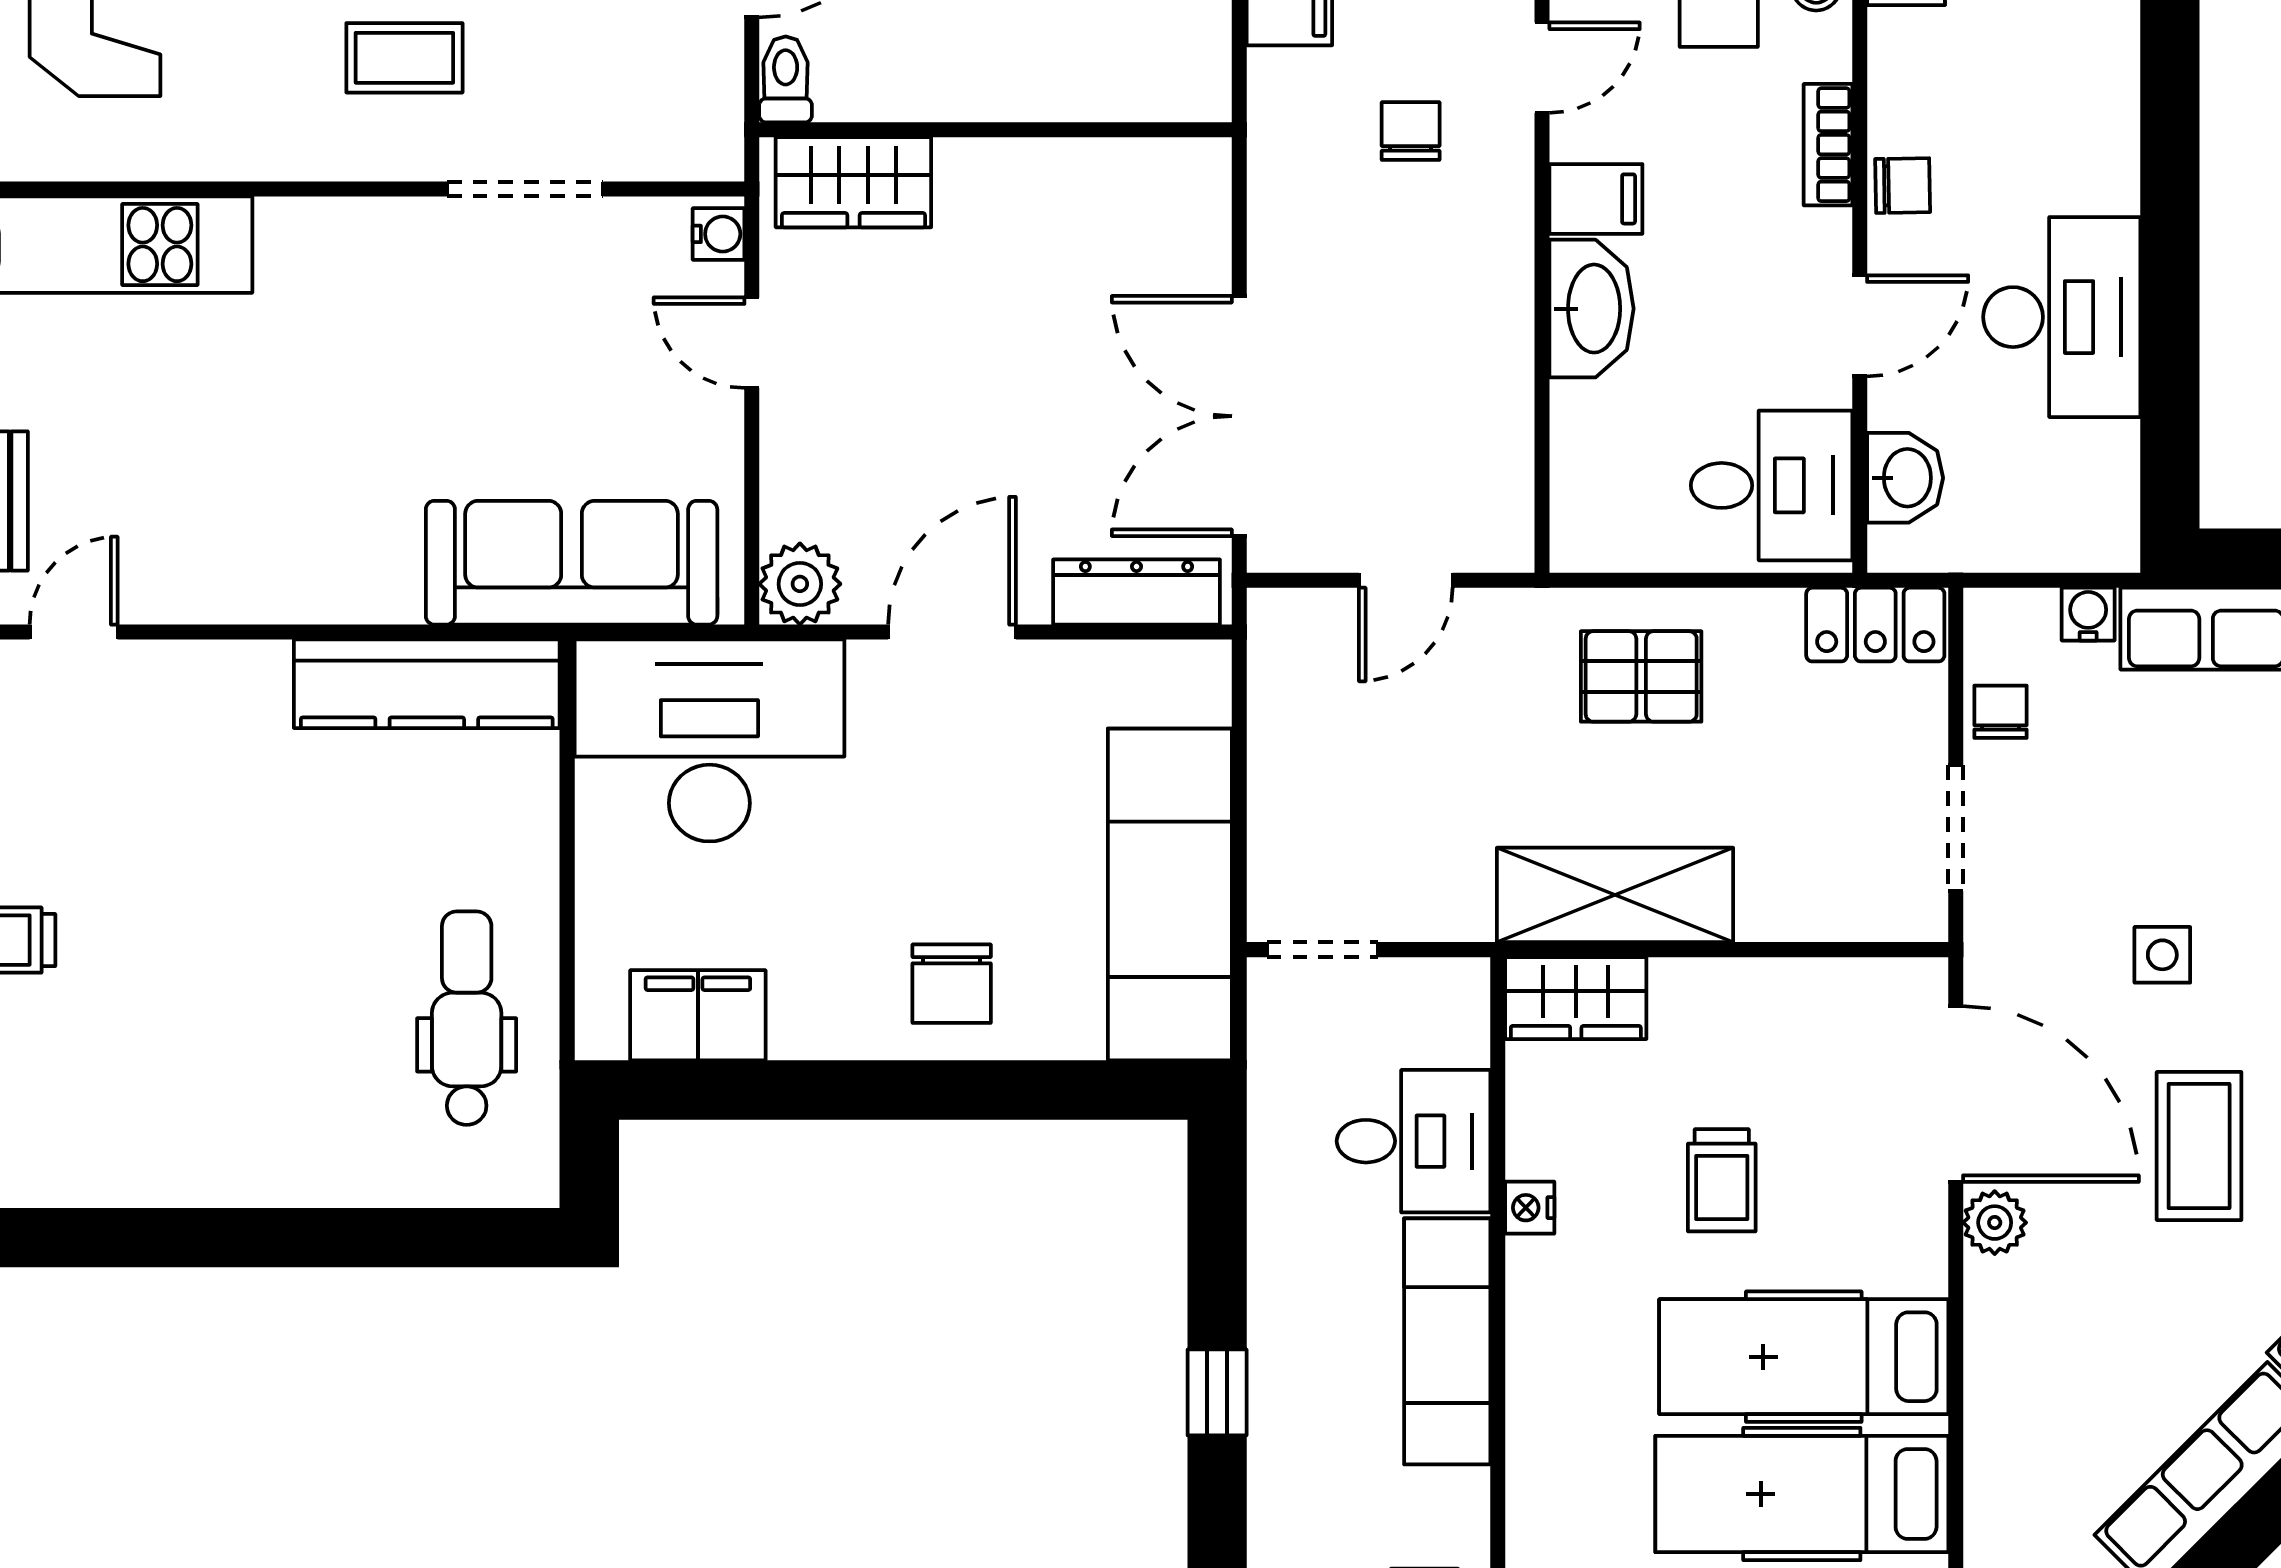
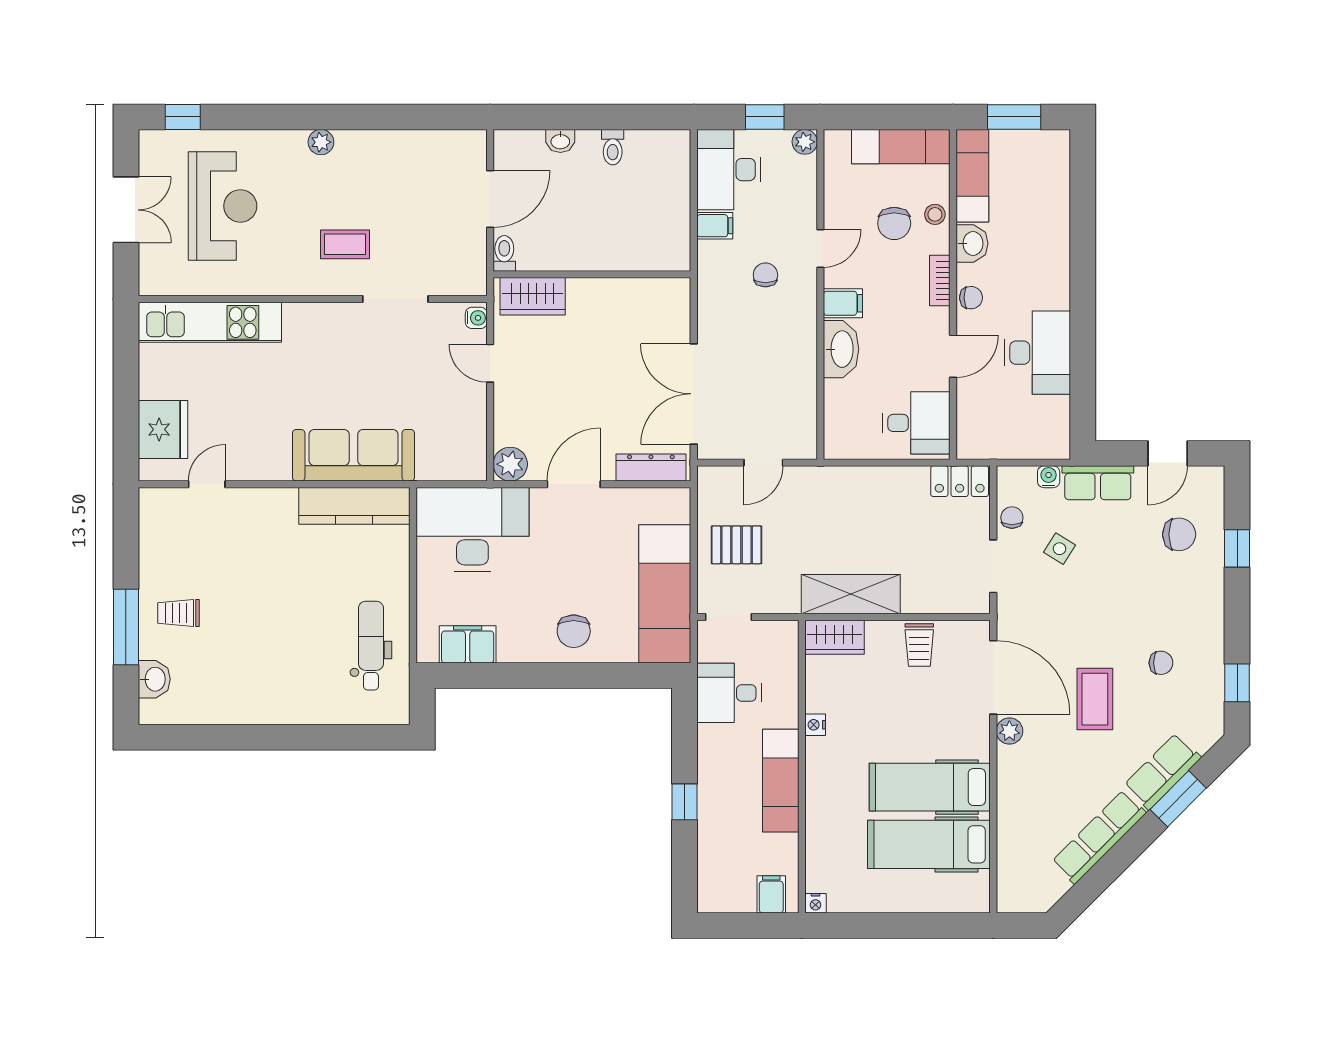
washbasin: (1905, 478) -> (972, 243), moved
sofa: (572, 563) -> (353, 455), moved
pallet: (1641, 676) -> (736, 545), moved
side table: (2162, 955) -> (1059, 549), moved, turned 32
desk: (1414, 1141) -> (729, 693), moved, turned 180
trolley: (1722, 1180) -> (919, 645), moved

